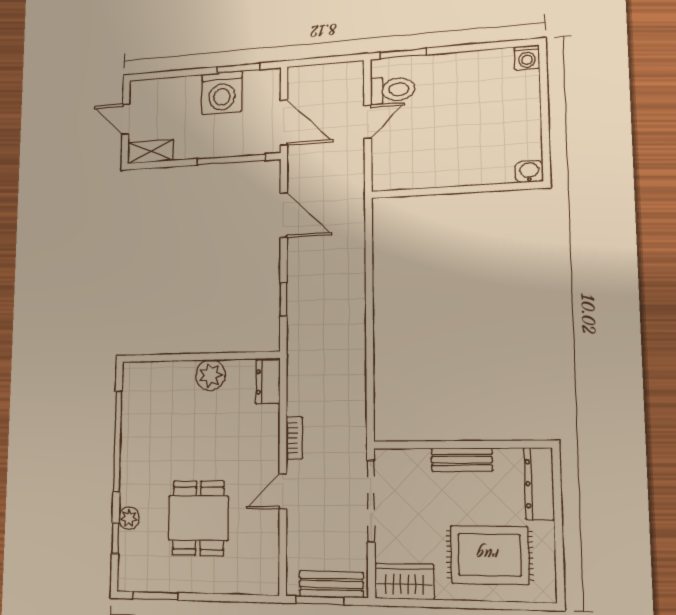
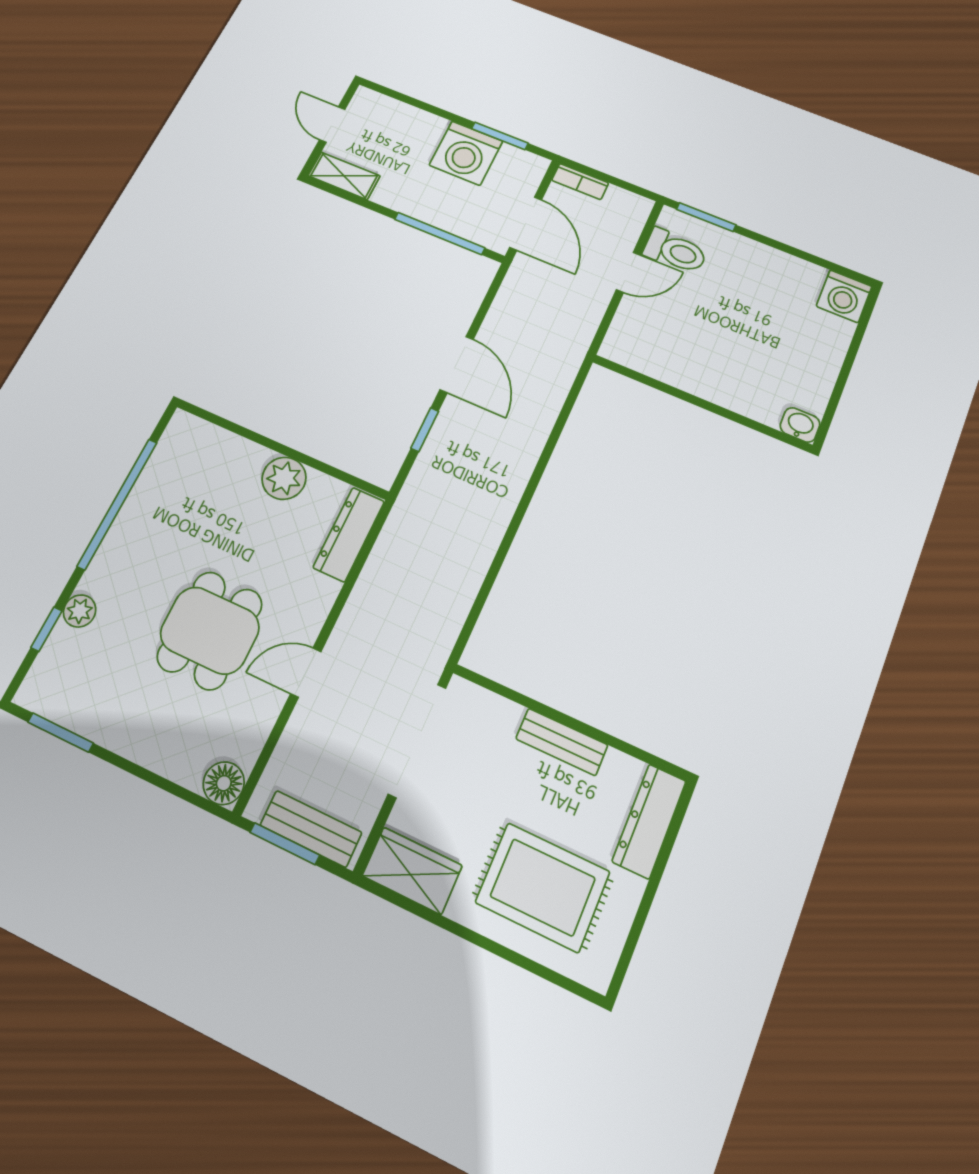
washing machine: (527, 58) -> (844, 296), width x1.38, depth x1.38
door: (284, 215) -> (457, 365), moved
dresser: (268, 382) -> (349, 534), width x1.44
bookcase: (294, 438) -> (580, 182), moved, turned 90
dining table: (198, 518) -> (210, 630), moved
floor lamp: (266, 581) -> (224, 783), added

